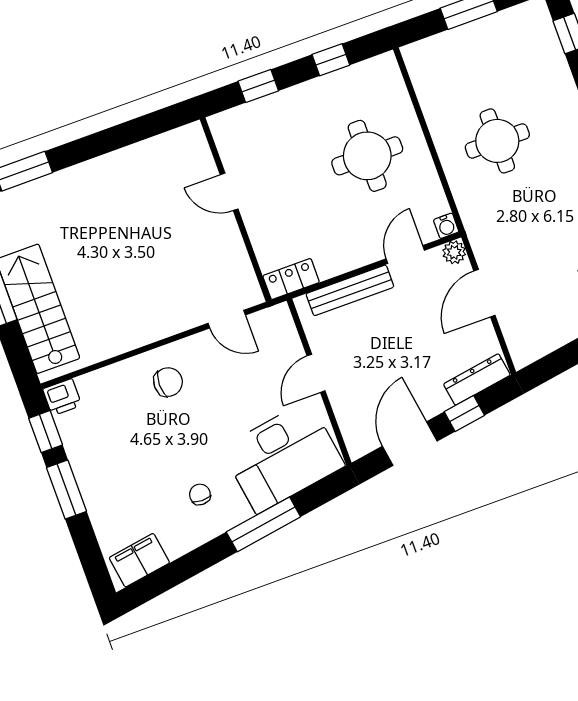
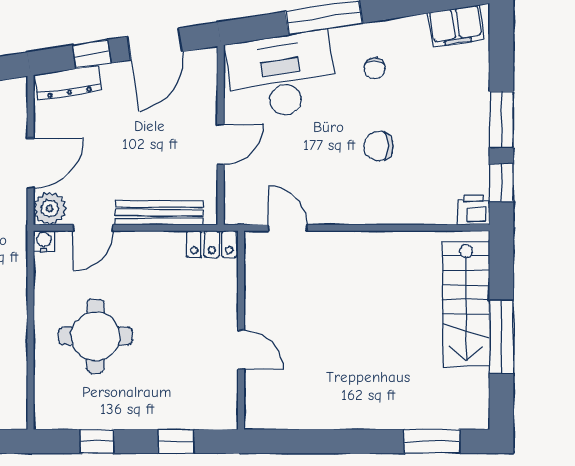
plant: (454, 252) -> (50, 208), width x1.38, depth x1.38
chair: (168, 382) -> (378, 146), moved

